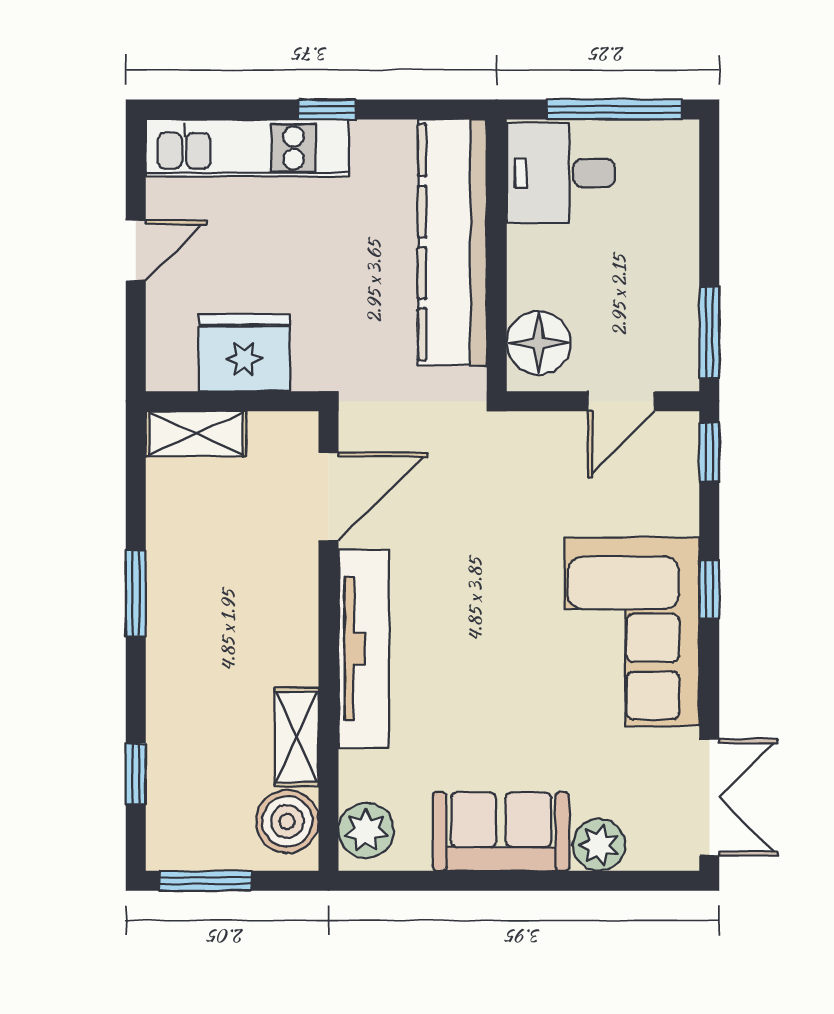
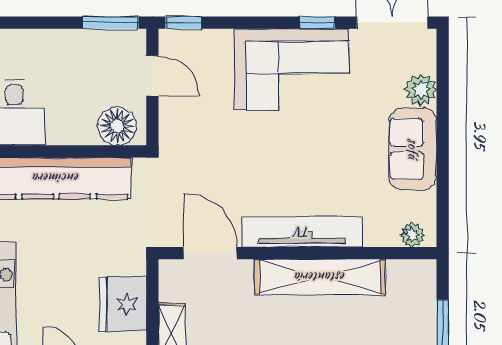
window: (709, 589) -> (317, 23), moved
shelving: (297, 737) -> (320, 277), width x2.20, depth x1.33
boiler: (287, 821) -> (407, 278), removed
plant: (366, 831) -> (412, 235), width x0.73, depth x0.73

